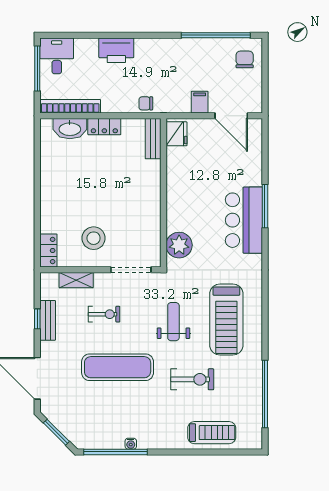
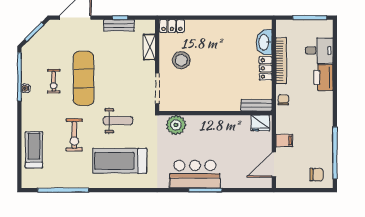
desk: (57, 56) -> (319, 51), moved
bookcase: (70, 106) -> (281, 61), moved
exercise bike: (104, 314) -> (54, 81), moved
treadmill: (212, 433) -> (34, 150), turned 180

